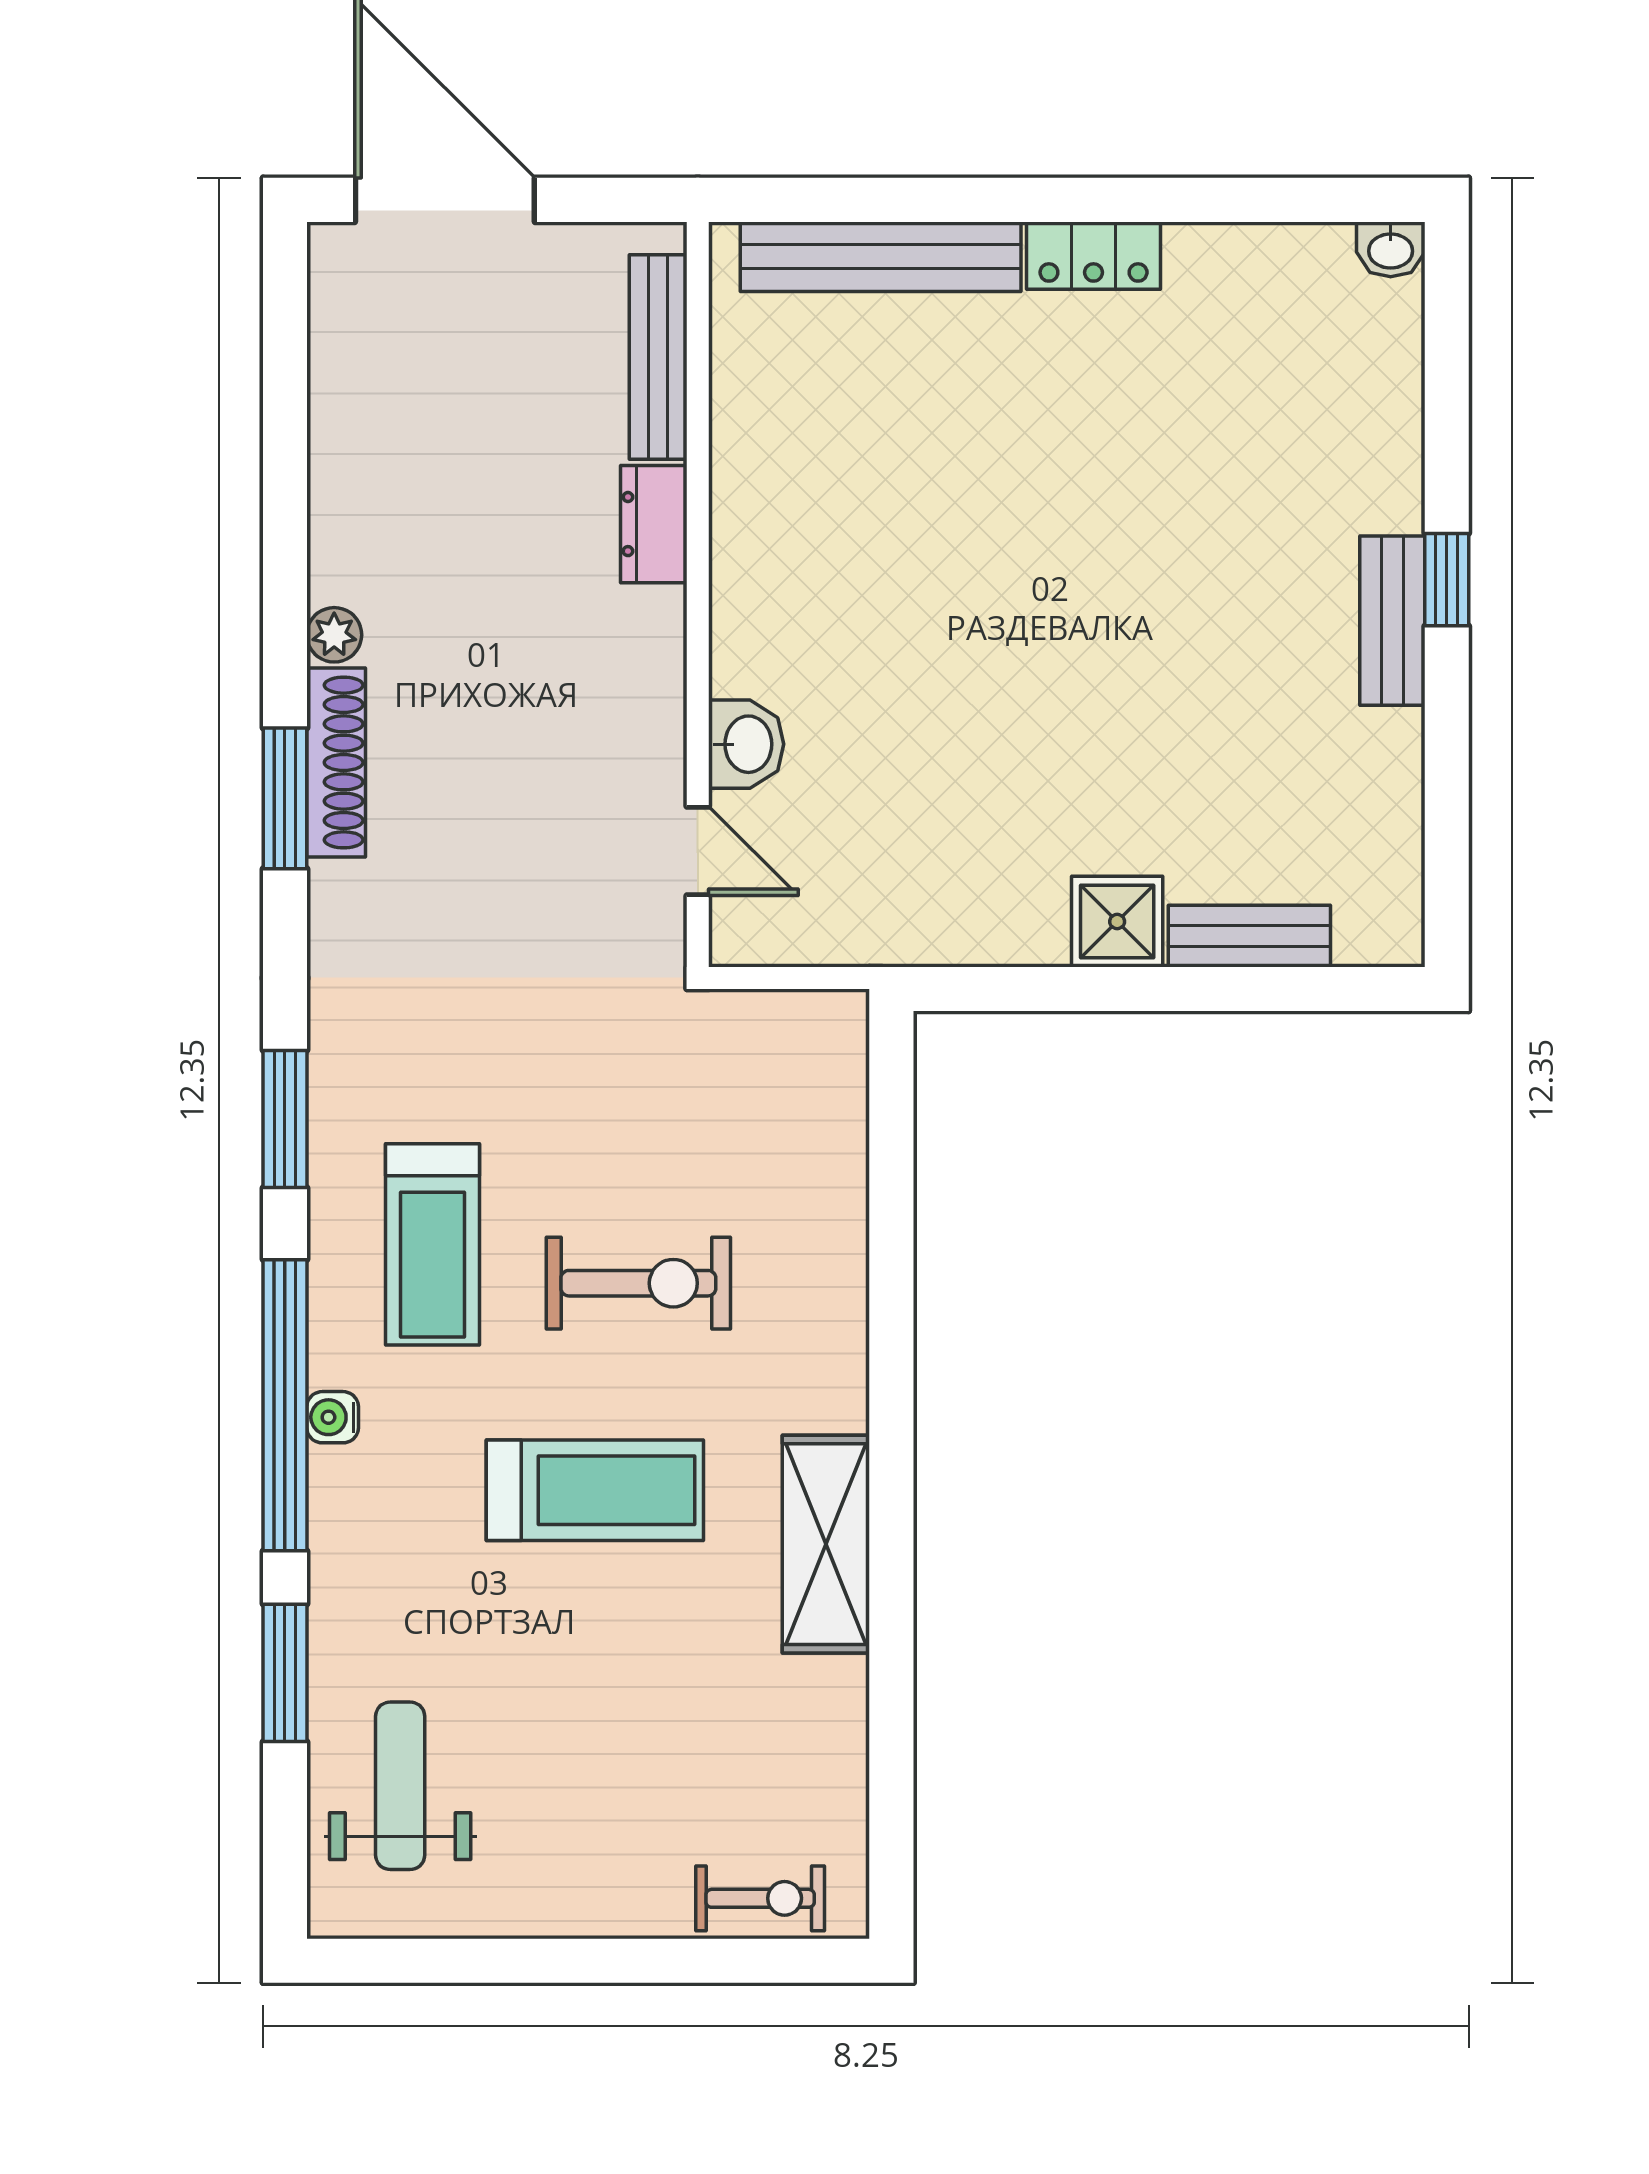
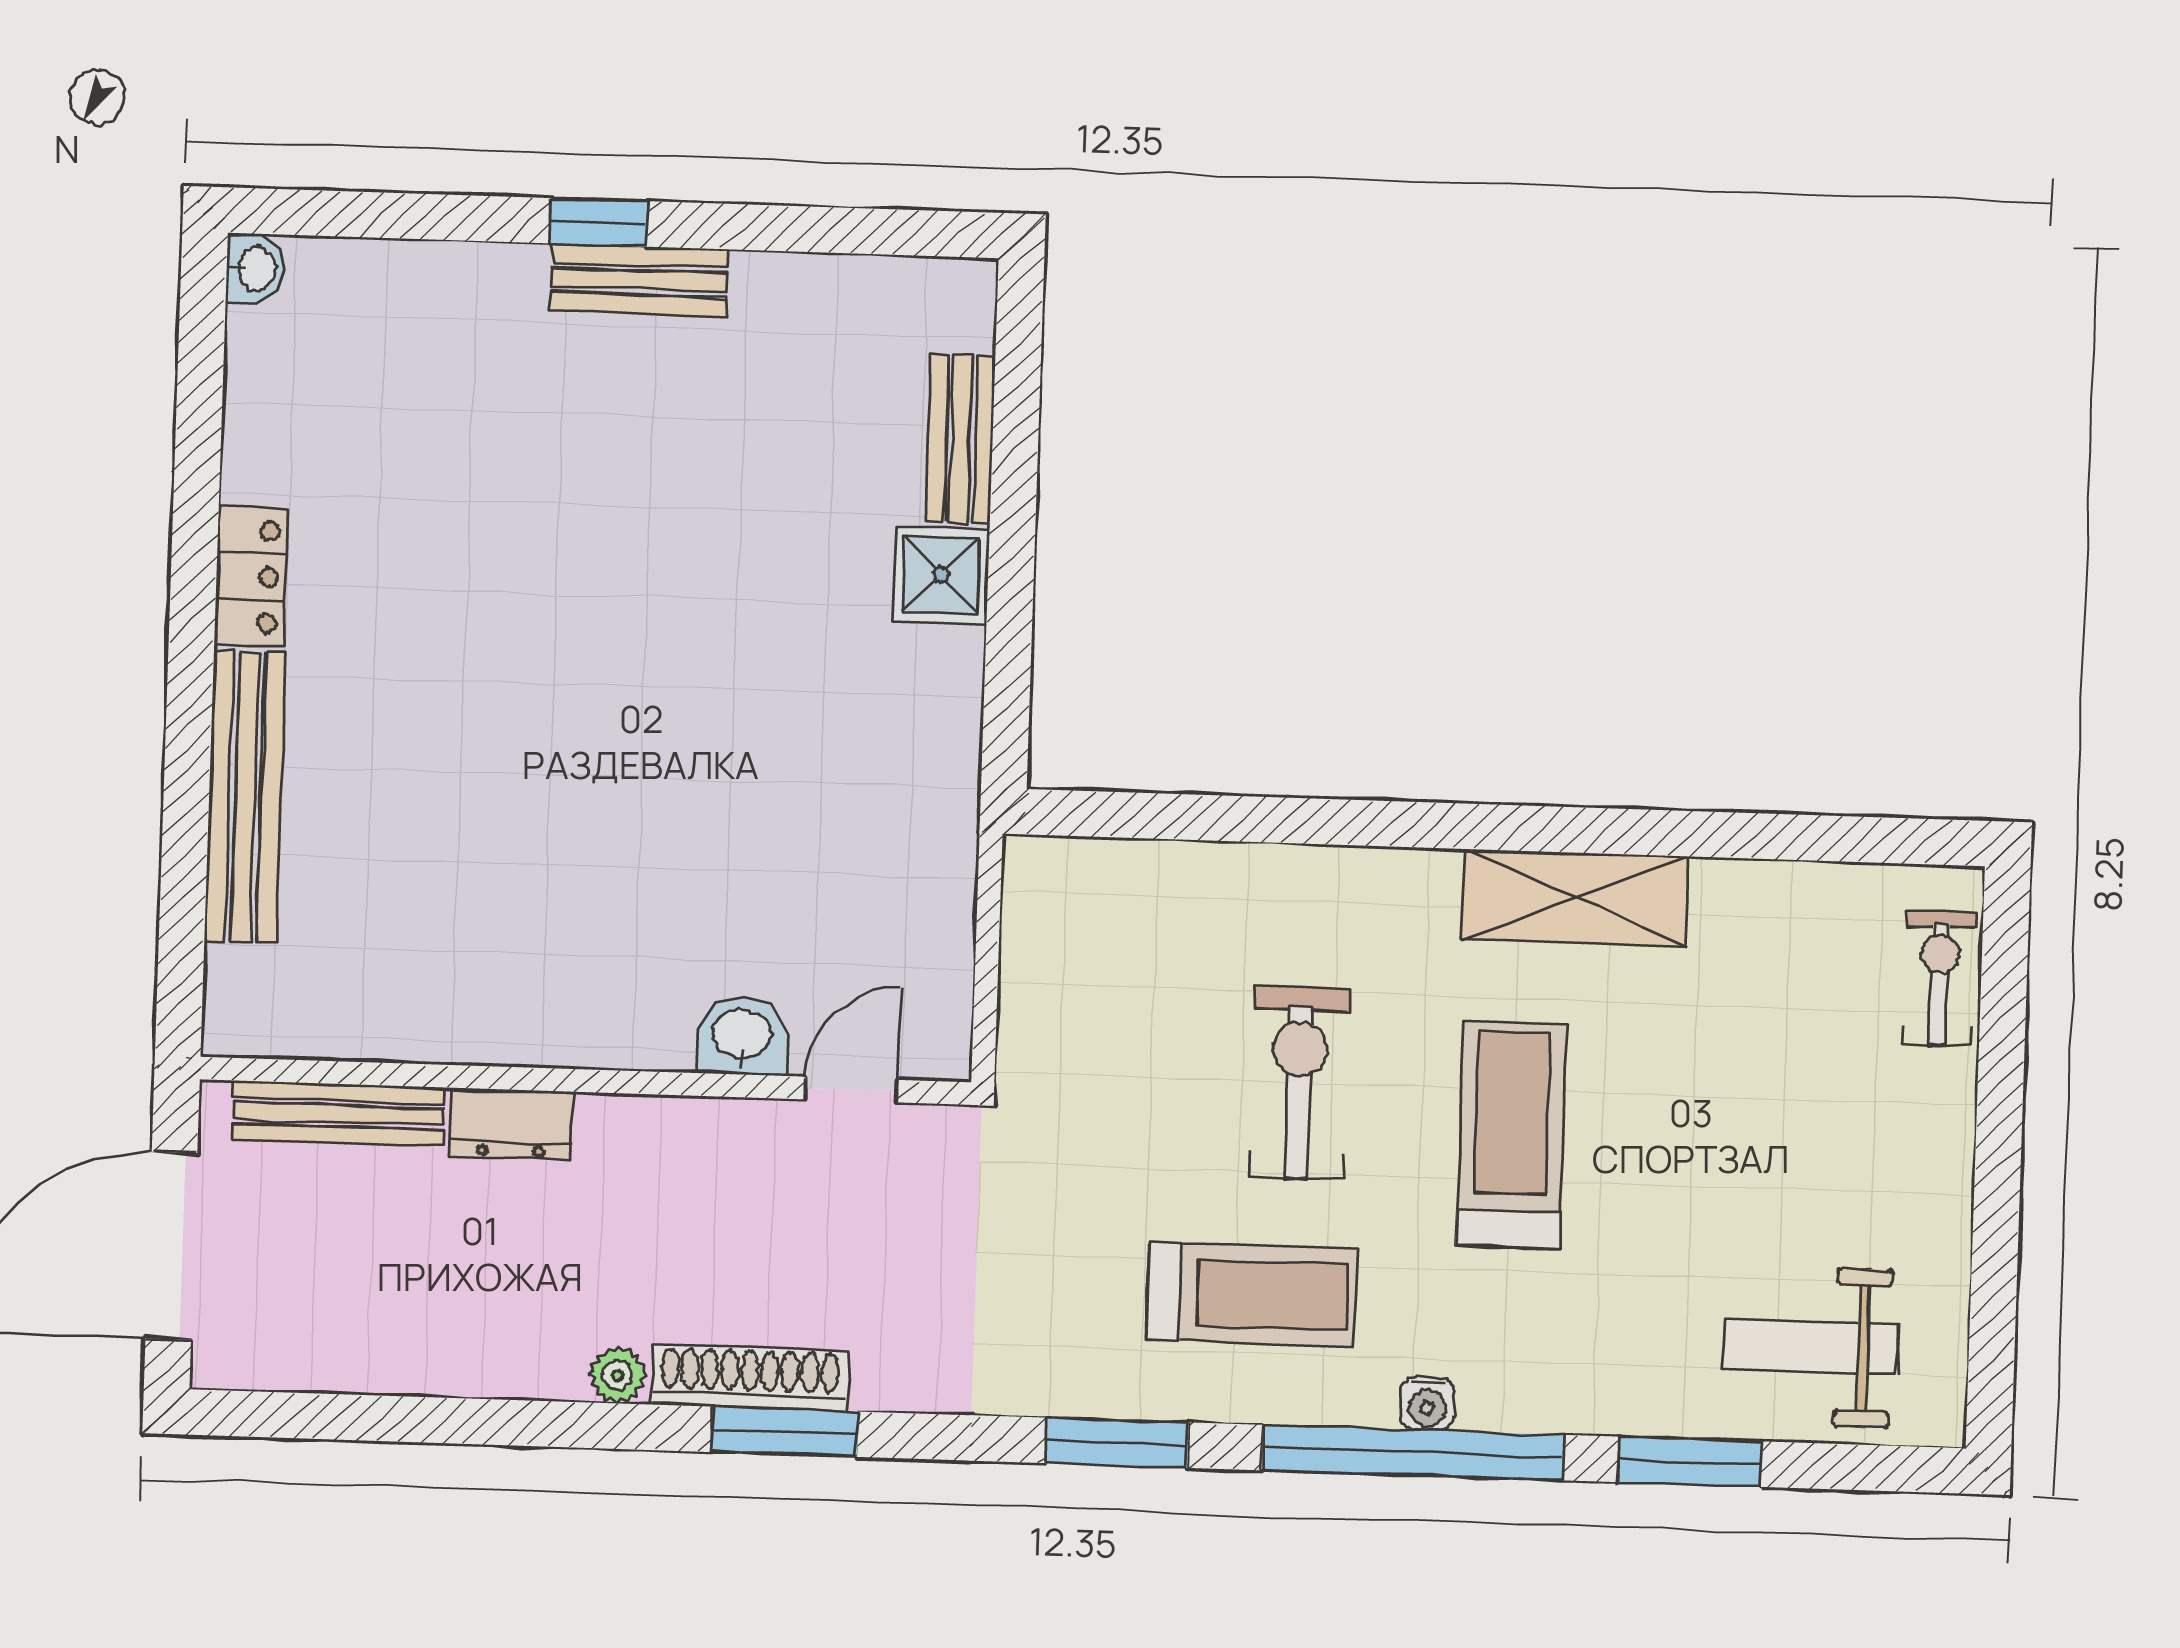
bench: (658, 357) -> (339, 1114), moved
dresser: (654, 524) -> (511, 1124), moved
wall: (698, 594) -> (585, 1081), moved
washbasin: (746, 744) -> (742, 1036), moved
door: (698, 851) -> (851, 1090), moved

